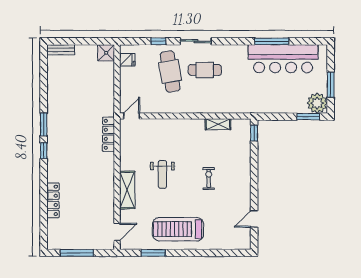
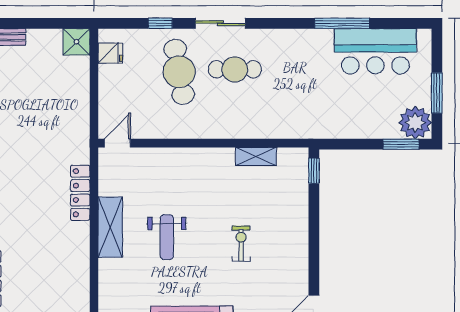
bar counter: (283, 59) -> (375, 51), width x0.73
locker: (108, 134) -> (80, 193), moved
shelving: (127, 190) -> (110, 227), moved

